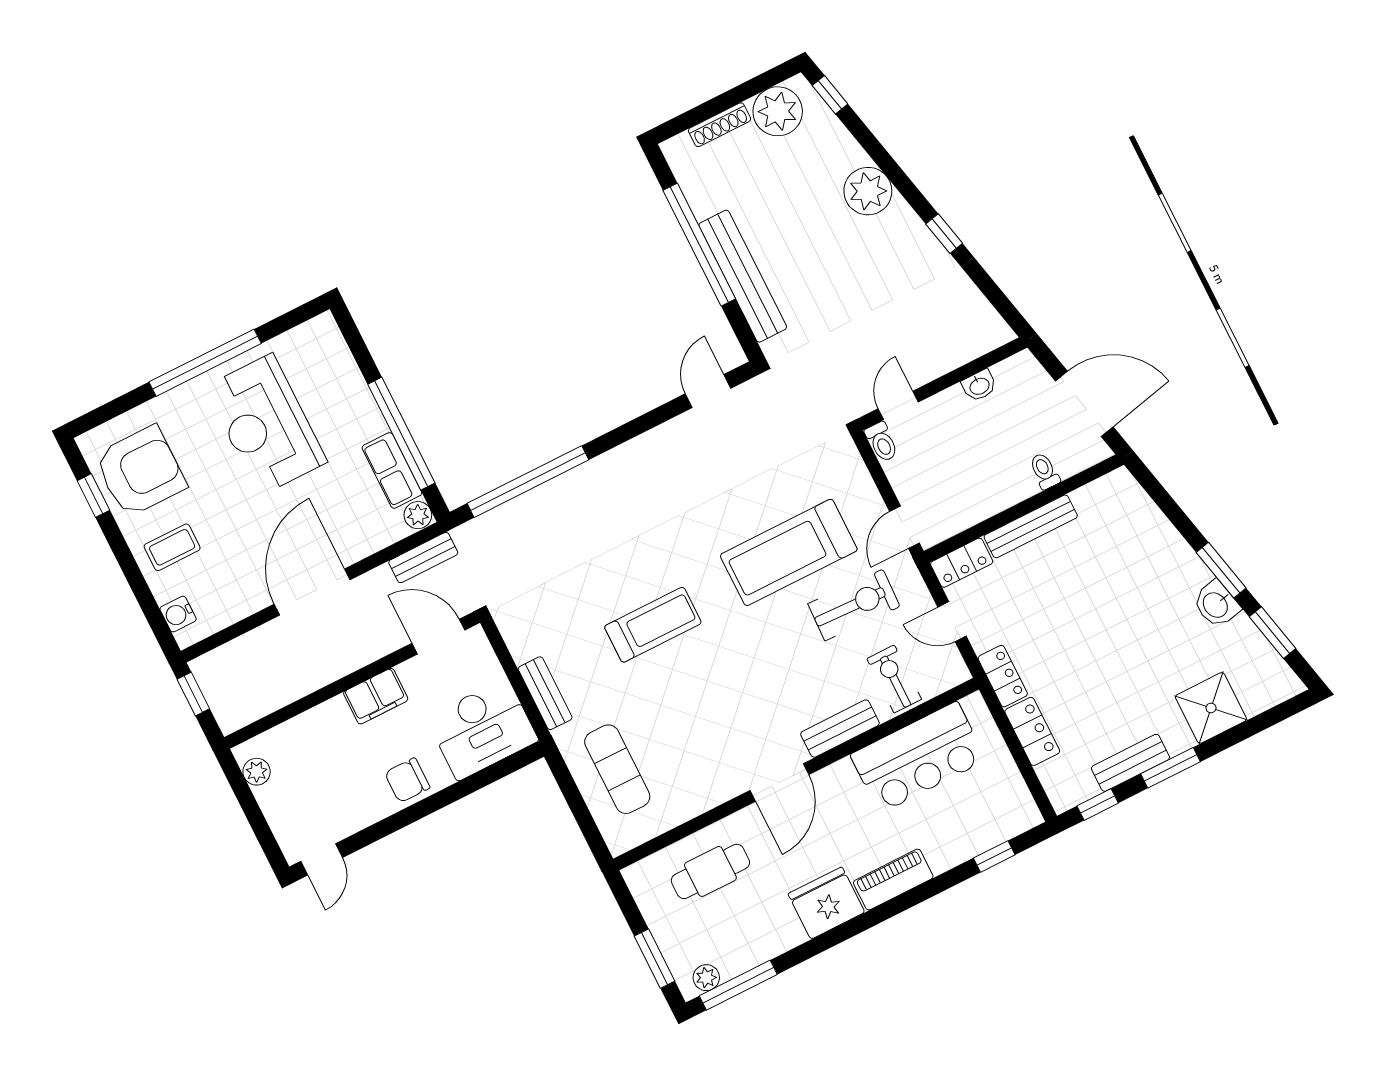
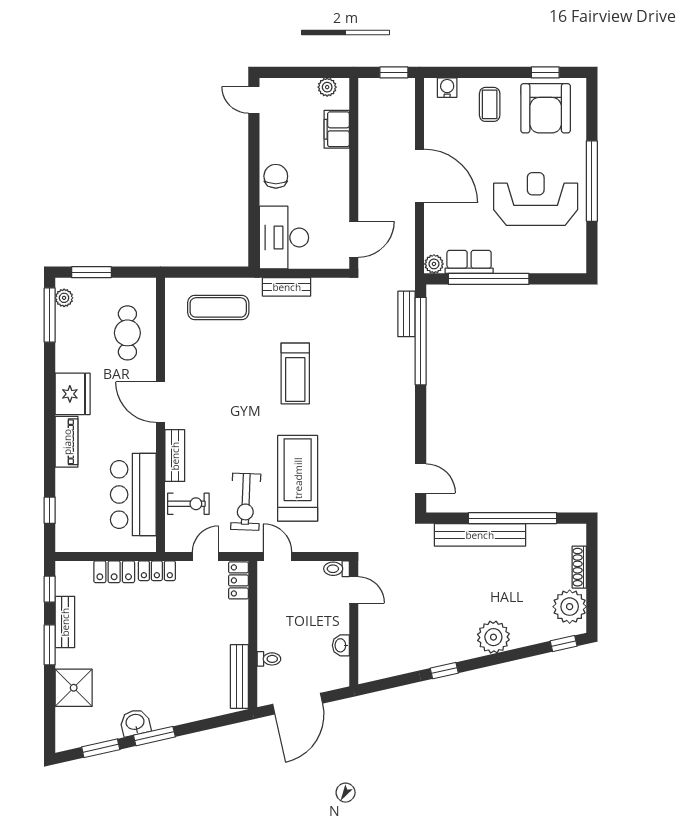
bench: (1031, 526) -> (239, 677), moved
bench: (423, 558) -> (406, 314), moved
filing cabinet: (376, 696) -> (337, 129), moved

